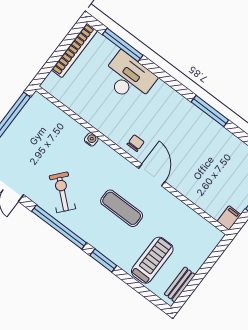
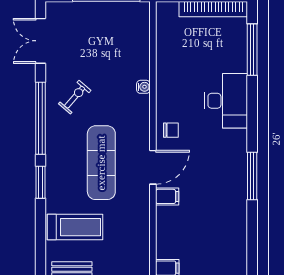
desk: (129, 78) -> (226, 101), moved
filing cabinet: (179, 180) -> (167, 196), added
exercise bike: (62, 192) -> (75, 97), width x0.73, depth x0.72
exercise mat: (122, 208) -> (101, 163), width x1.36, depth x1.45

